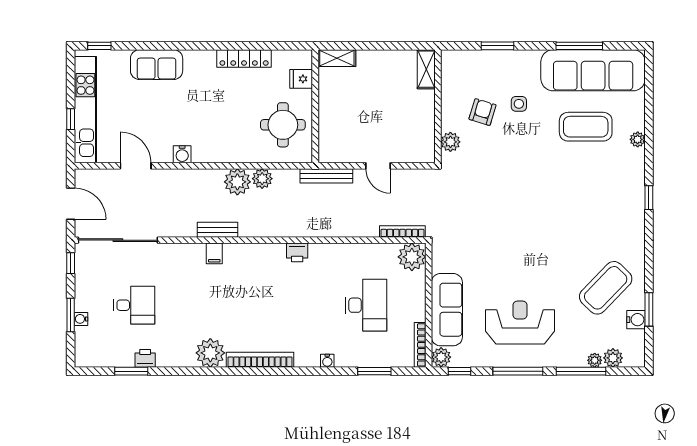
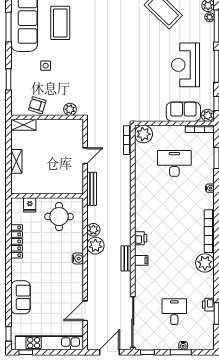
shelving: (337, 58) -> (16, 161), moved
armchair: (483, 112) -> (37, 105), moved
window: (71, 119) -> (26, 352), moved
water cooler: (182, 154) -> (78, 259), moved
printer: (297, 252) -> (141, 238), moved
sofa: (447, 310) -> (183, 112), width x0.73

